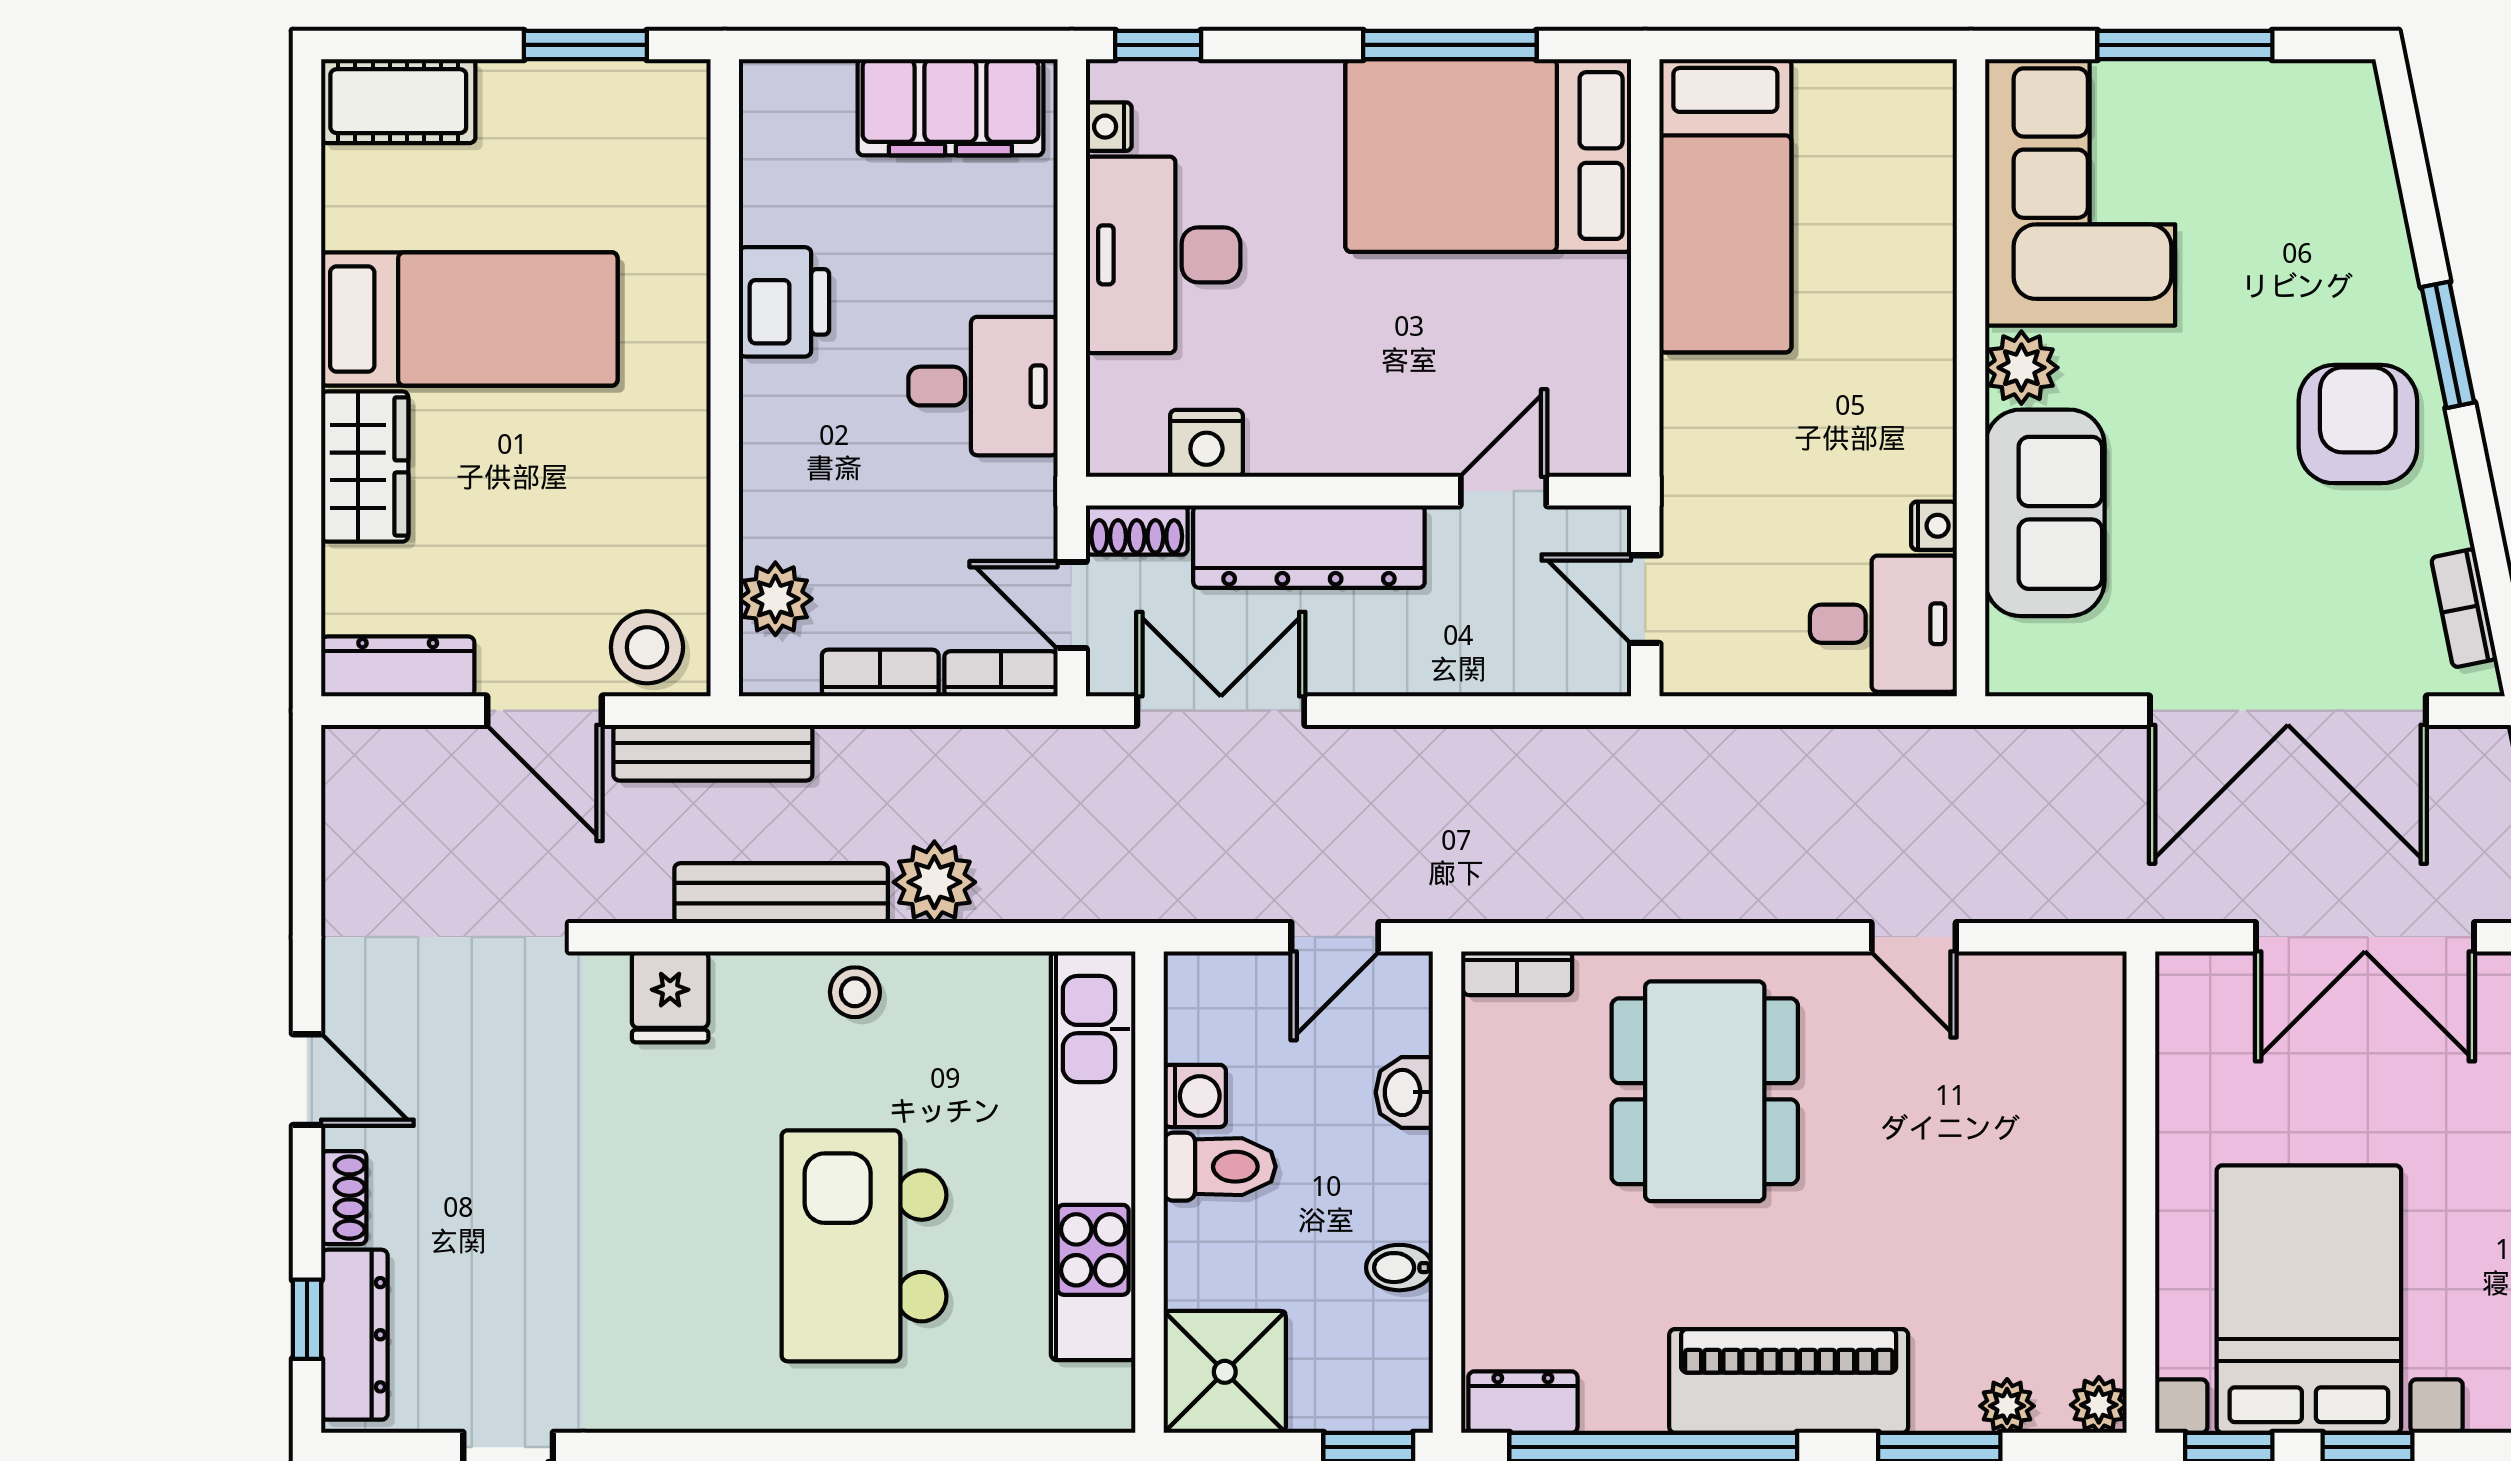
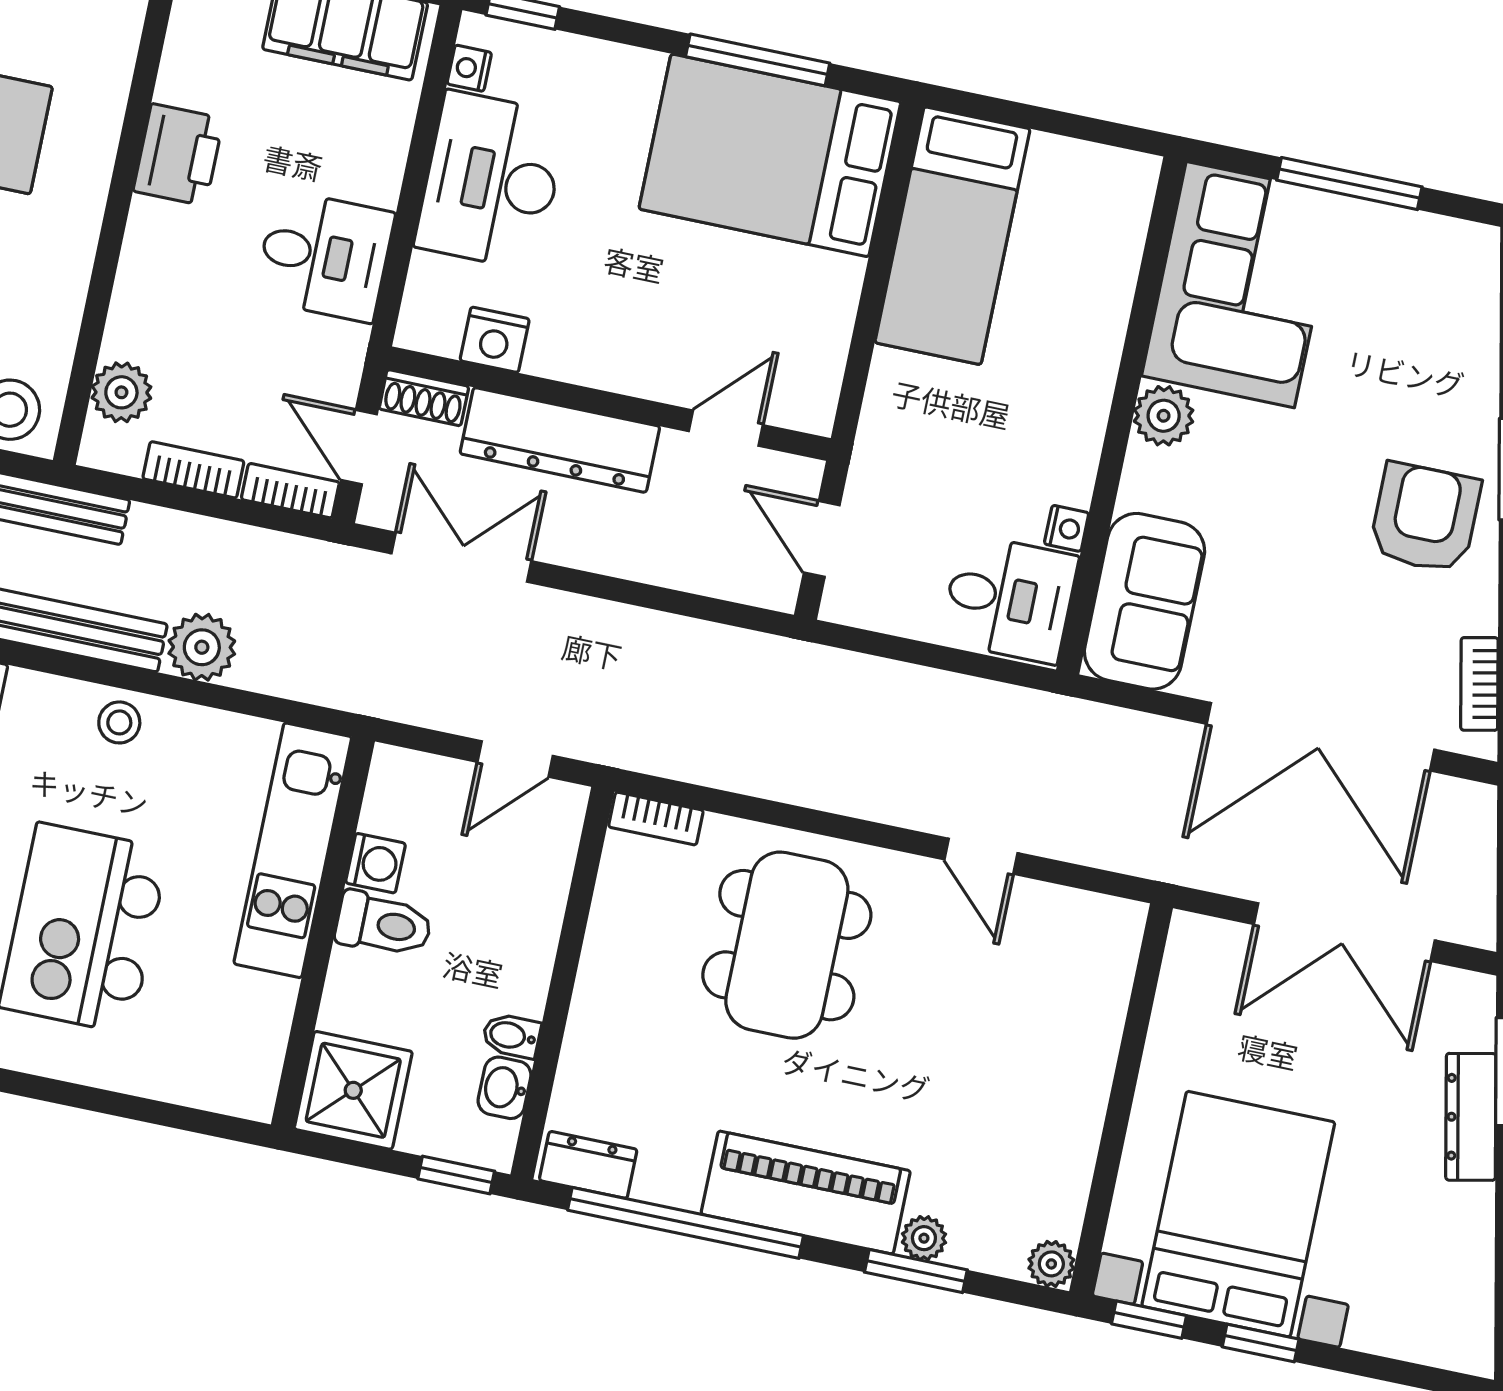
sofa: (2045, 513) -> (1144, 601), moved
washbasin: (1404, 1092) -> (505, 1088), moved
kitchen unit: (1093, 1156) -> (293, 850), width x0.73
plant: (2007, 1406) -> (924, 1238), moved

